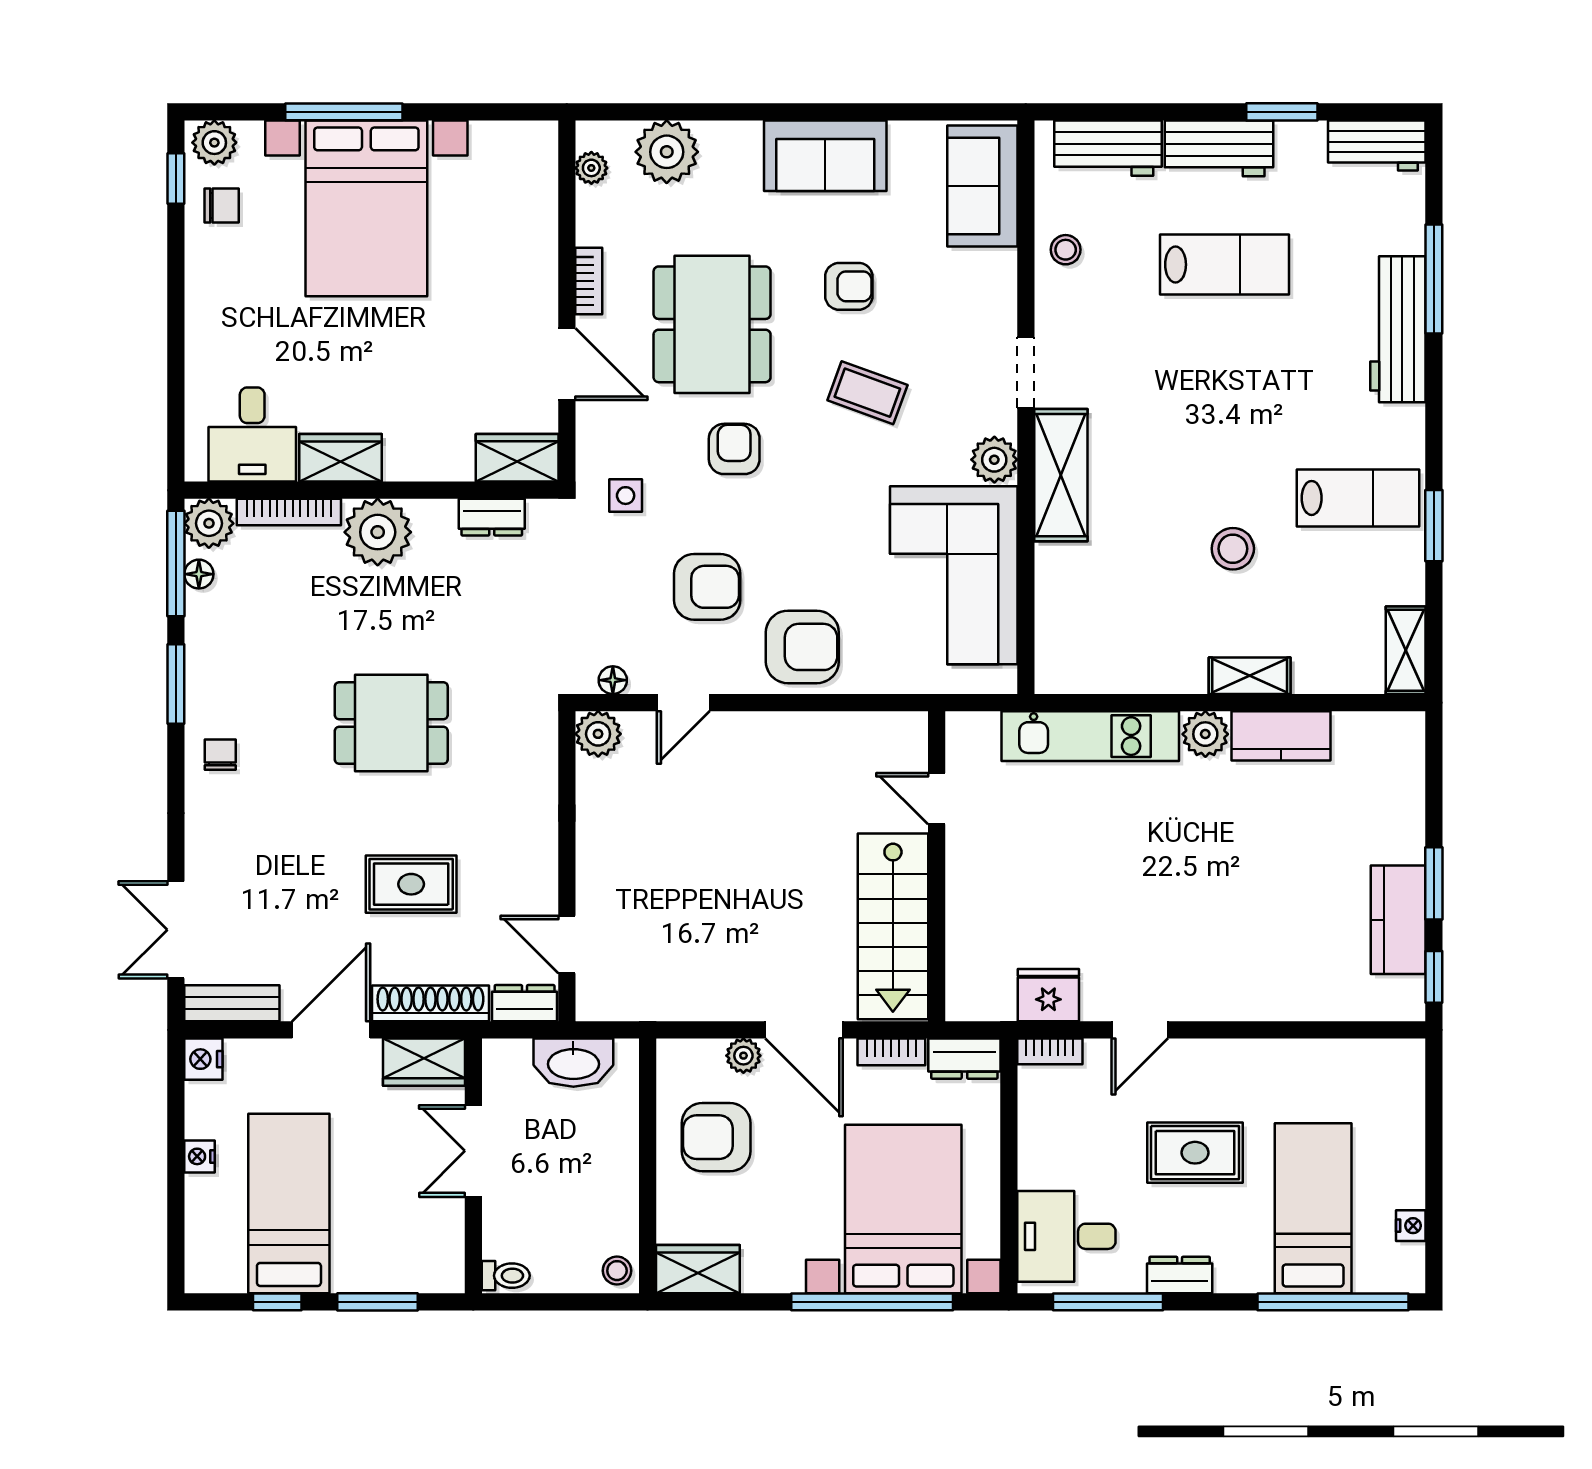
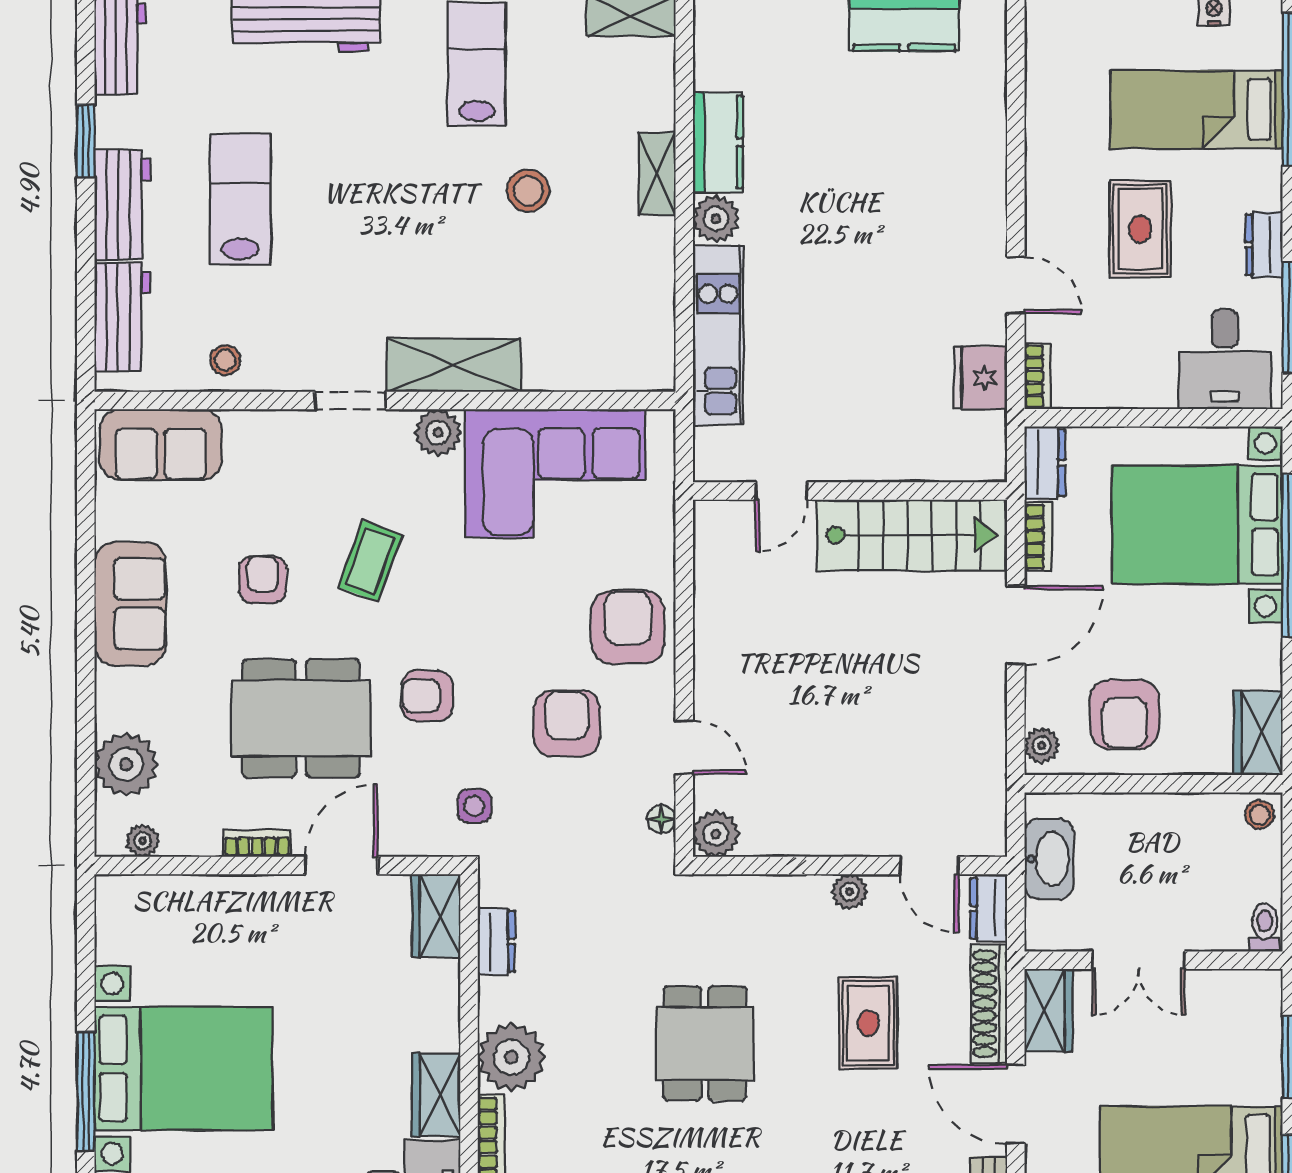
plant: (541, 866) -> (849, 892), added
door: (567, 944) -> (929, 866), hinge flipped
plant: (743, 1056) -> (1042, 746), moved

